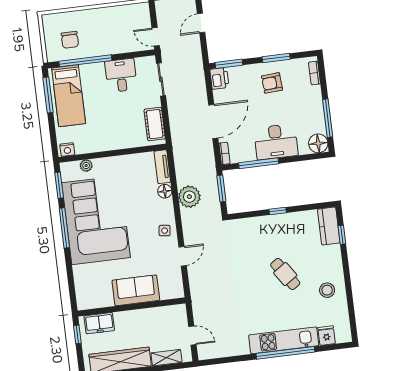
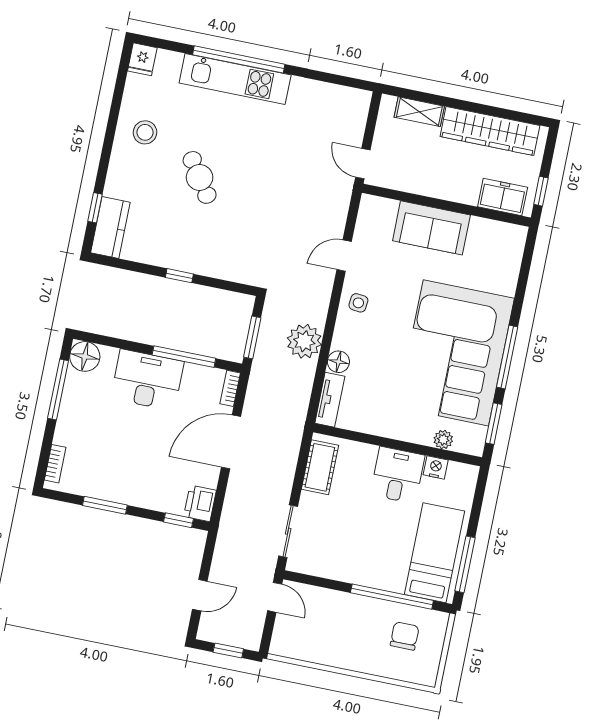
window: (229, 64) -> (178, 520), width x0.67
desk: (121, 75) -> (398, 475), moved, turned 180
armchair: (272, 83) -> (124, 470), removed
nightstand: (67, 149) -> (436, 467), moved
door: (192, 336) -> (363, 164), moved
fridge: (327, 336) -> (142, 59), moved

